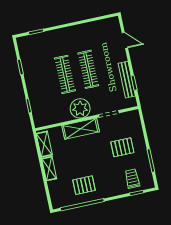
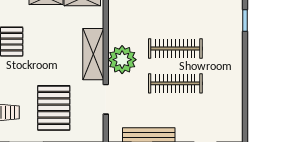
pallet: (122, 147) -> (54, 108), width x1.50, depth x1.42

